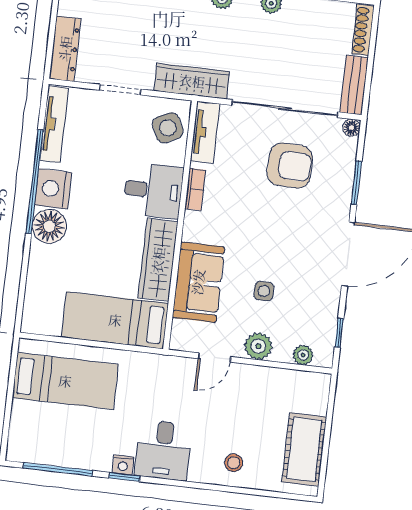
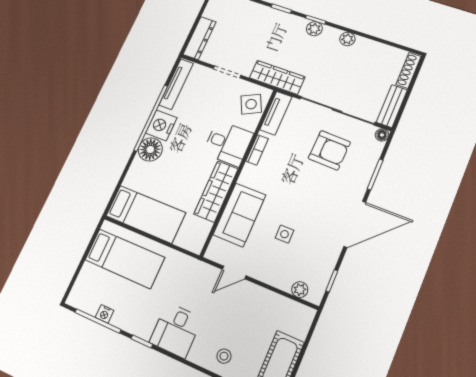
bed: (115, 320) -> (146, 214), moved, turned 180
plant: (258, 346) -> (269, 273), removed
nightstand: (123, 465) -> (105, 314), moved

